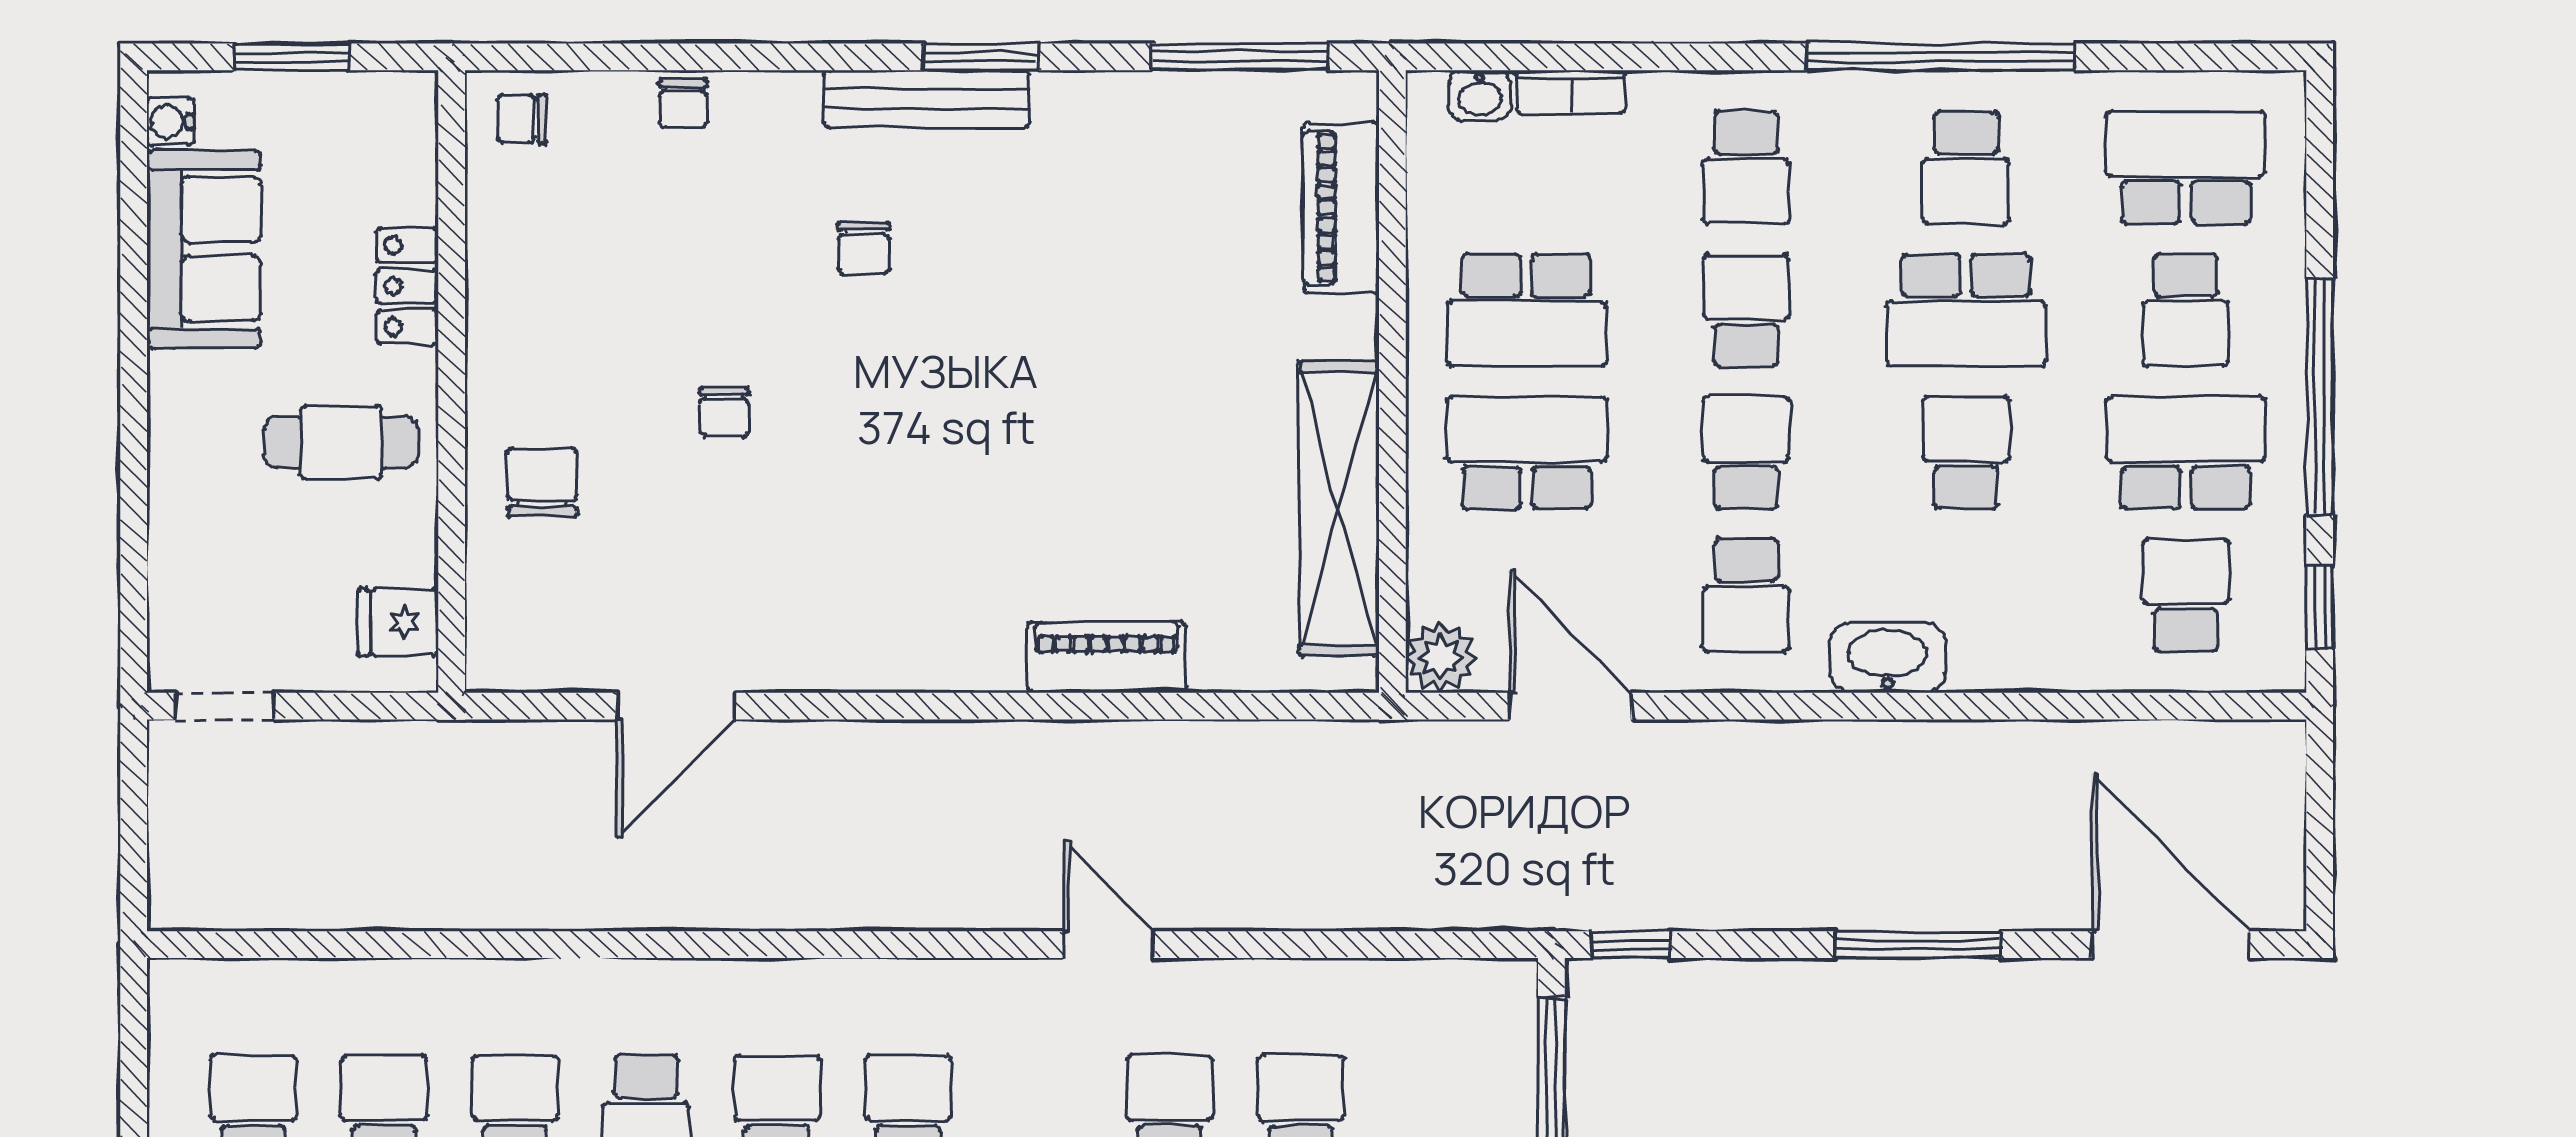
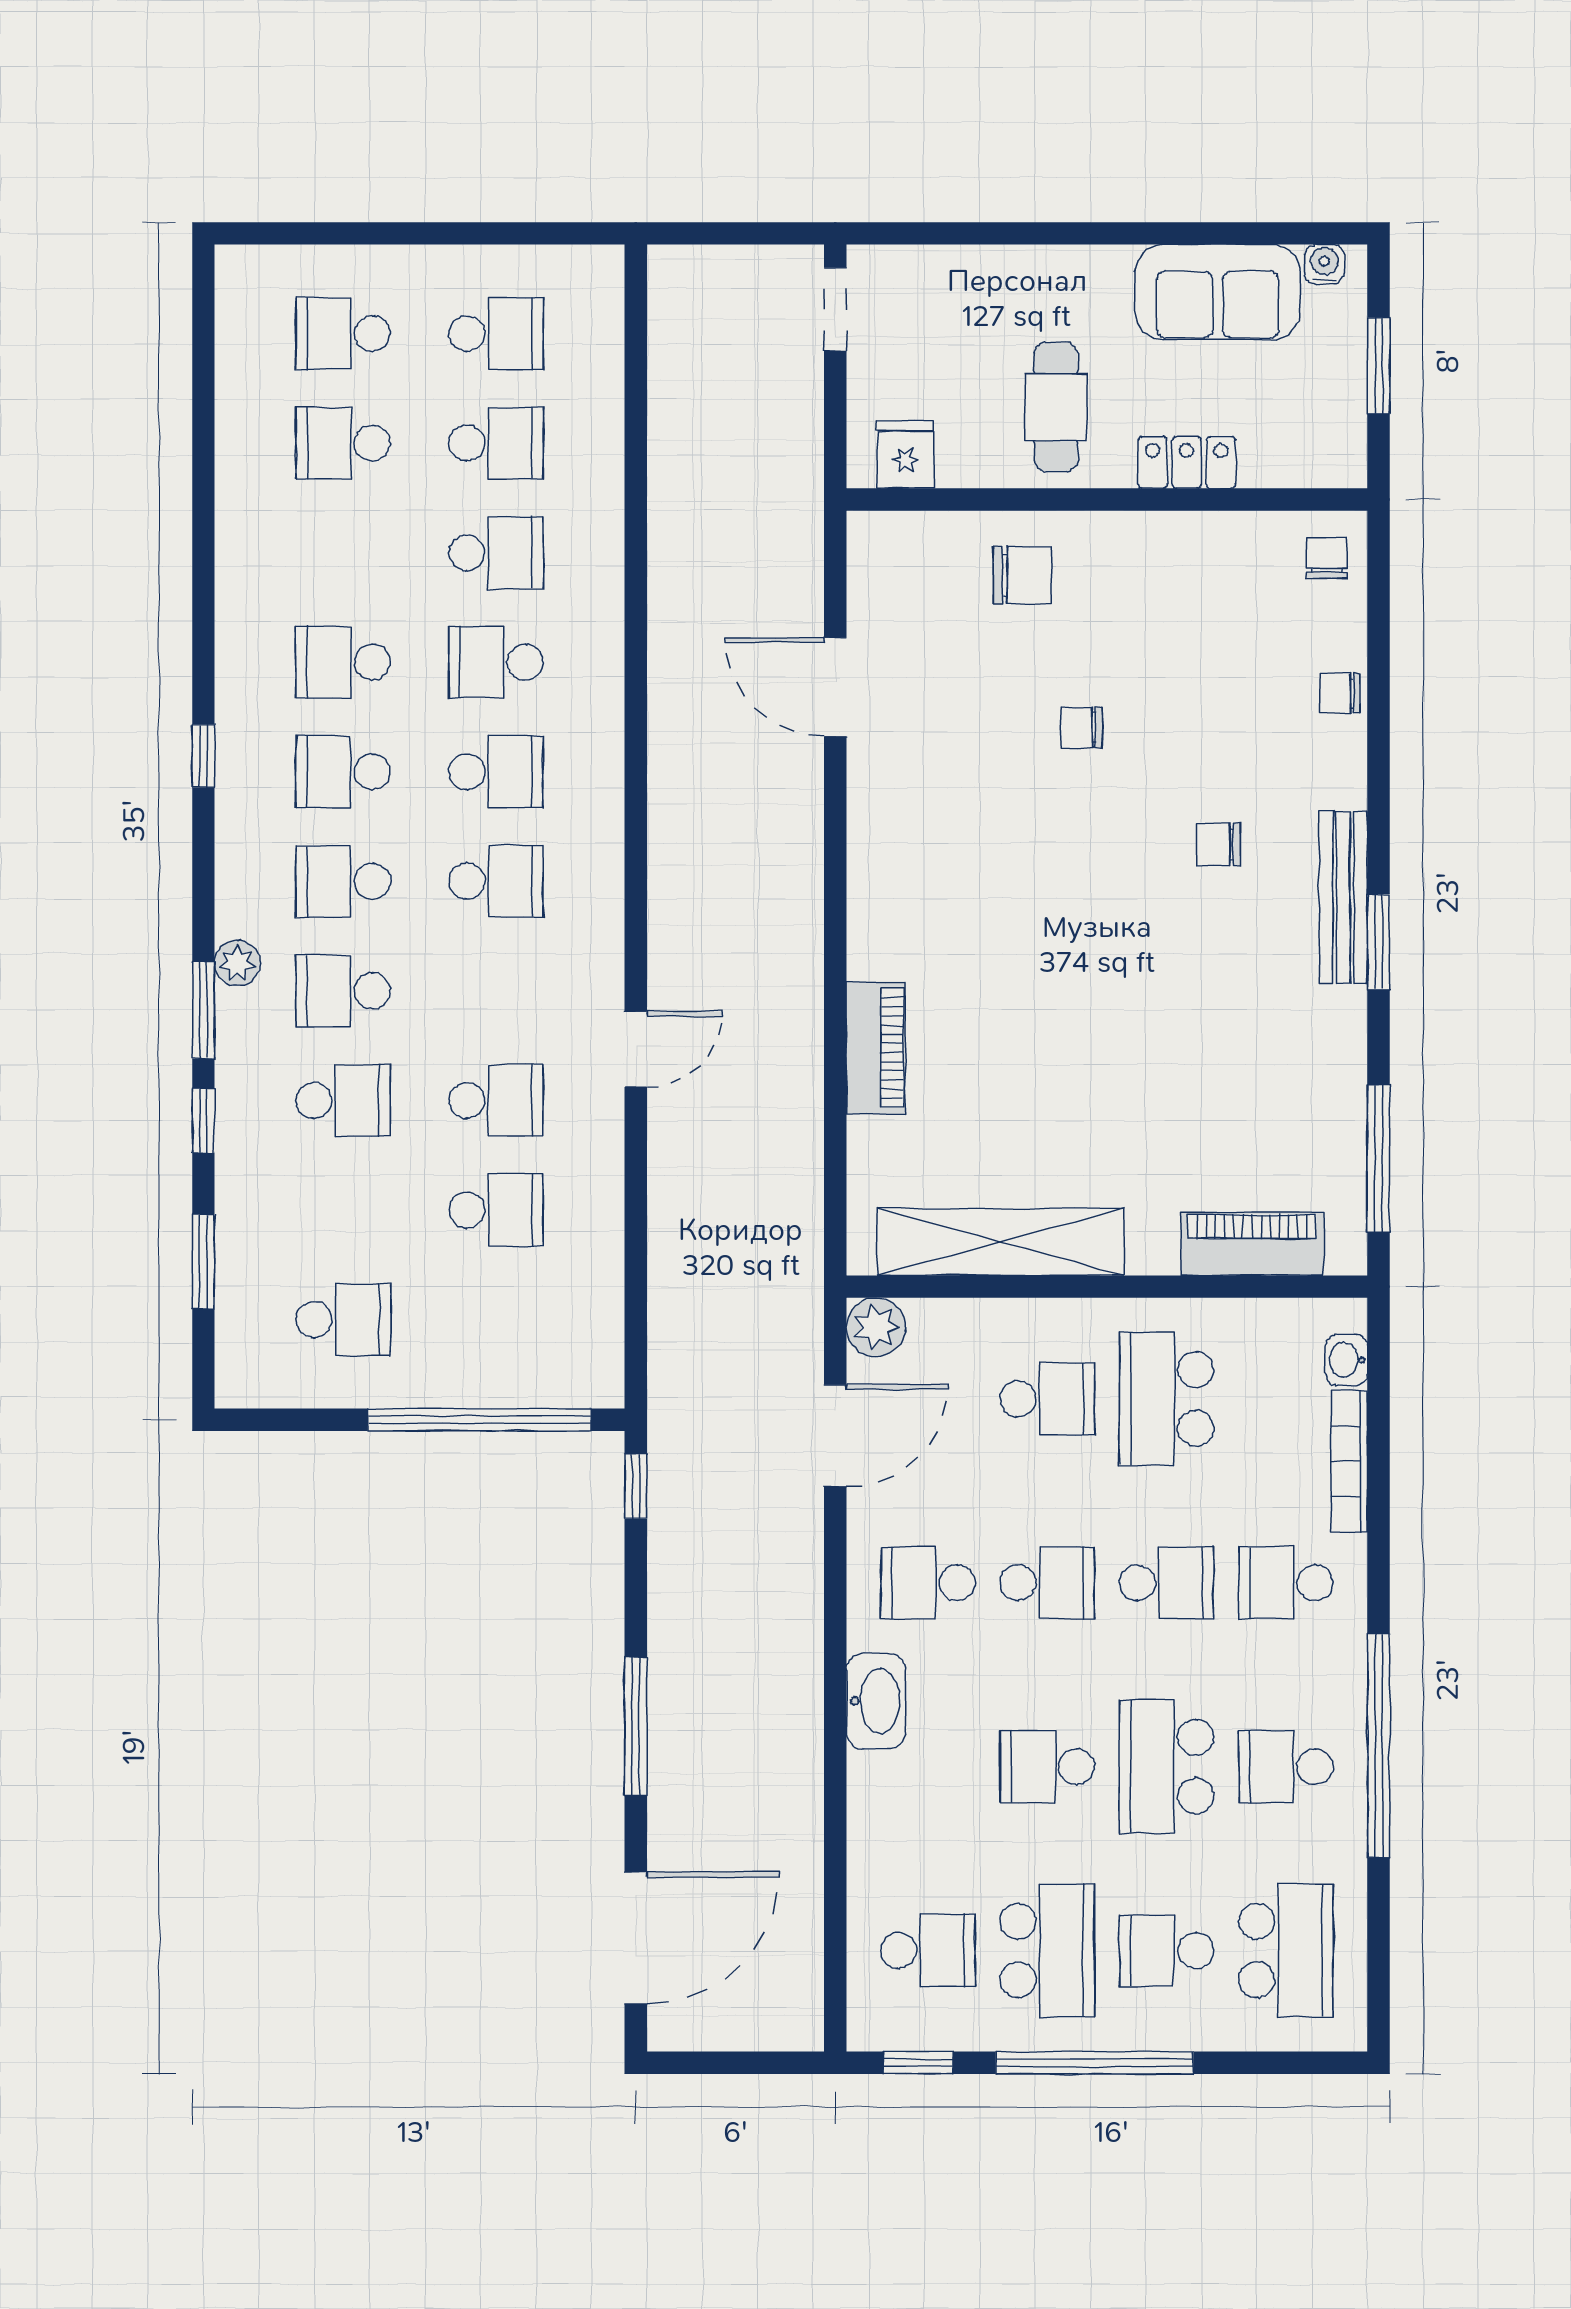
bookcase: (1571, 92) -> (1349, 1461), width x1.56
school desk: (1526, 453) -> (1047, 1399), width x0.54
school desk: (1966, 453) -> (1047, 1767), turned 180

